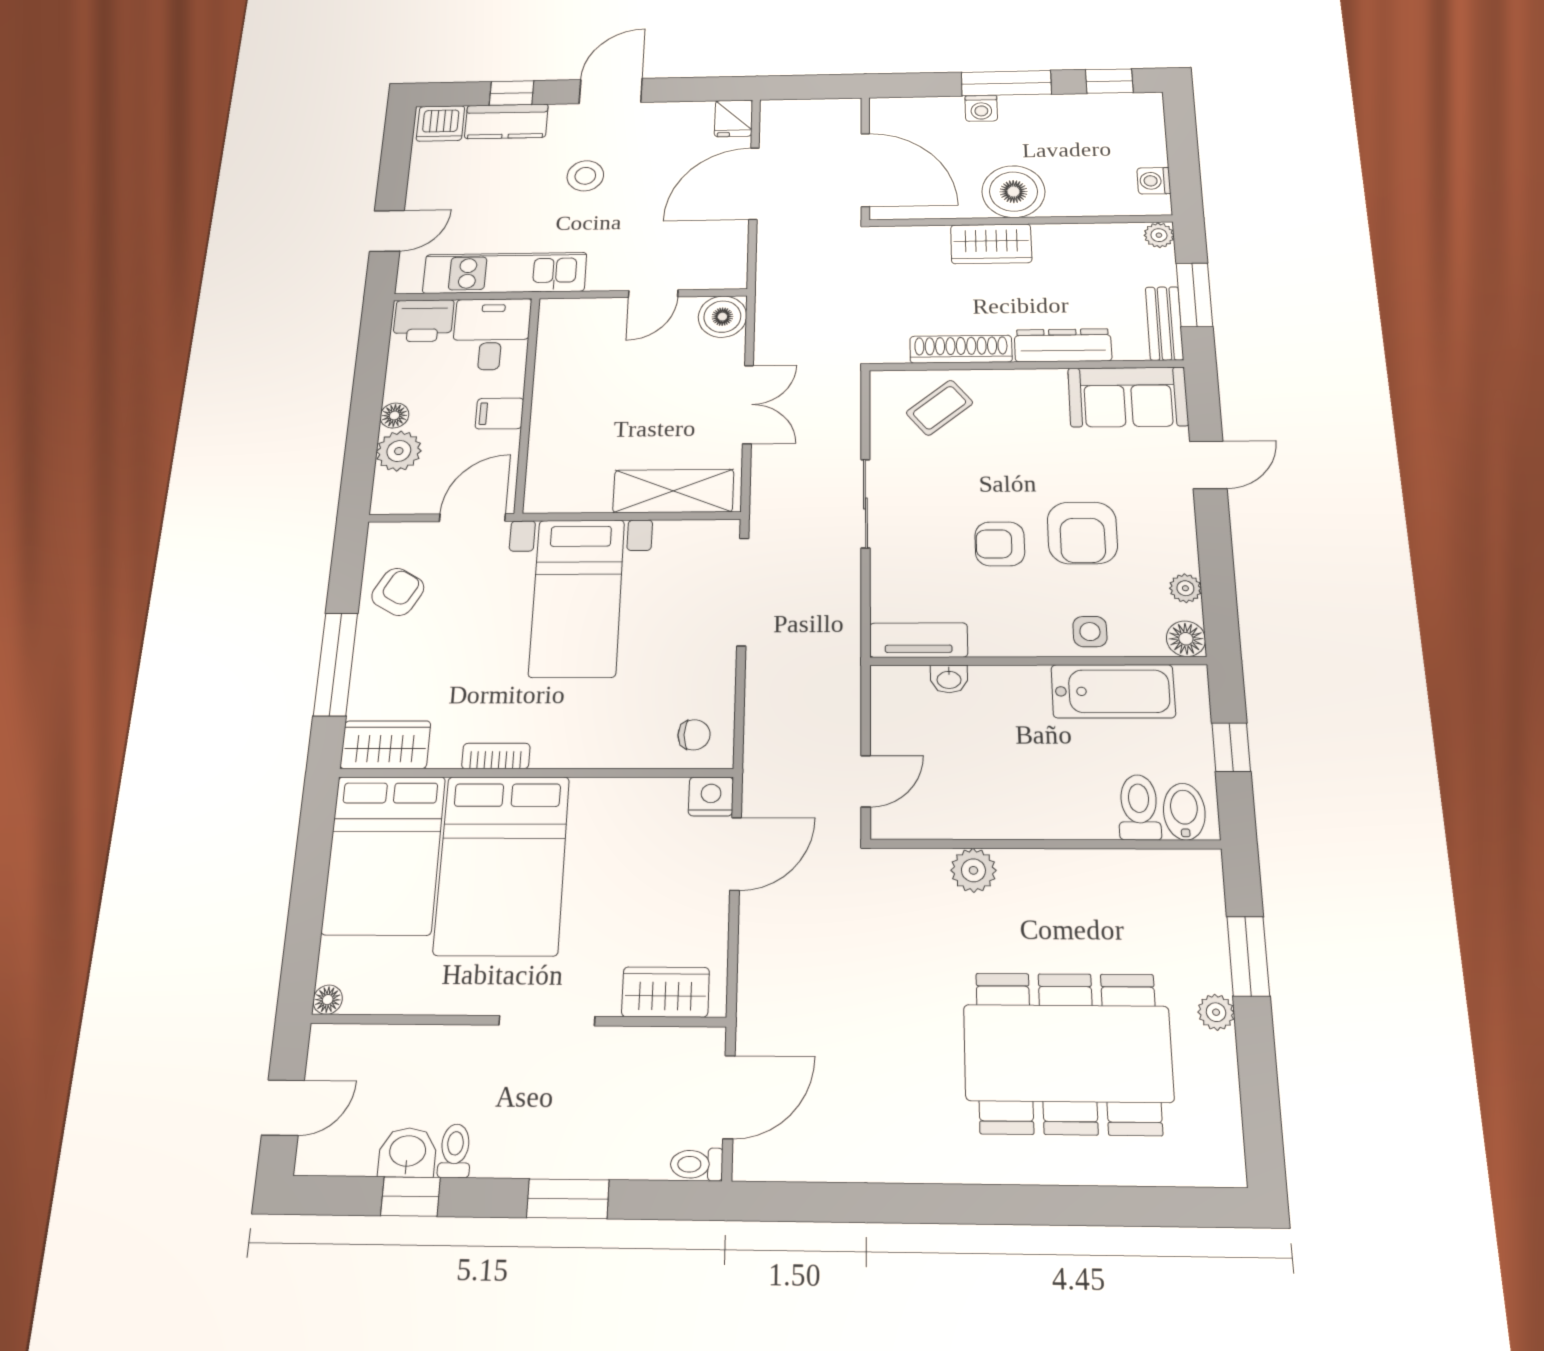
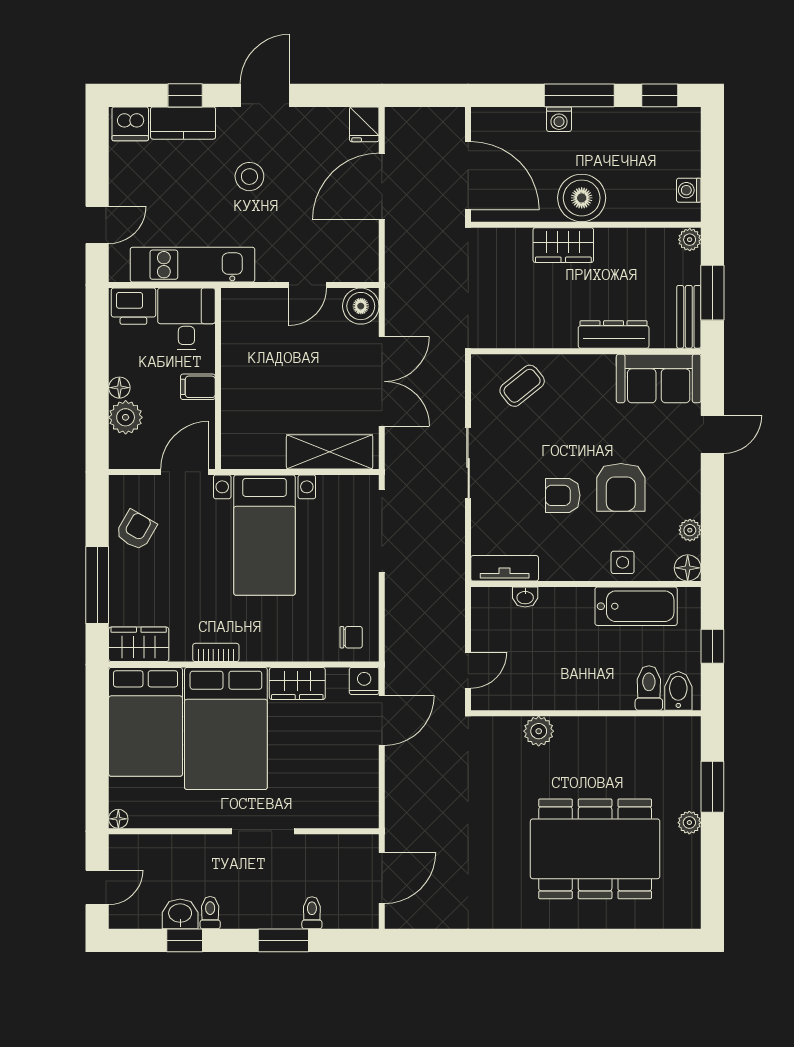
shoe rack: (961, 349) -> (539, 337), removed
double door: (748, 404) -> (382, 381), width x1.37
wardrobe: (666, 992) -> (297, 684), moved, turned 180
toilet: (697, 1164) -> (312, 913), moved, turned 90

